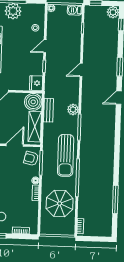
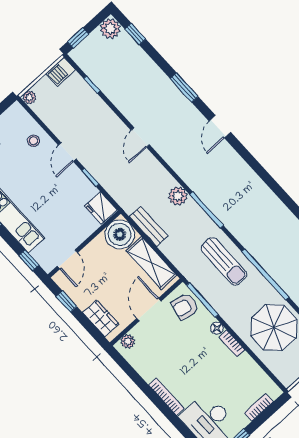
sun lounger: (66, 155) -> (224, 261), width x0.73, depth x0.75

